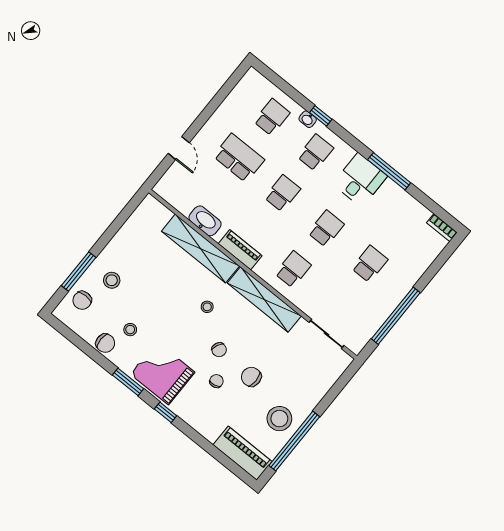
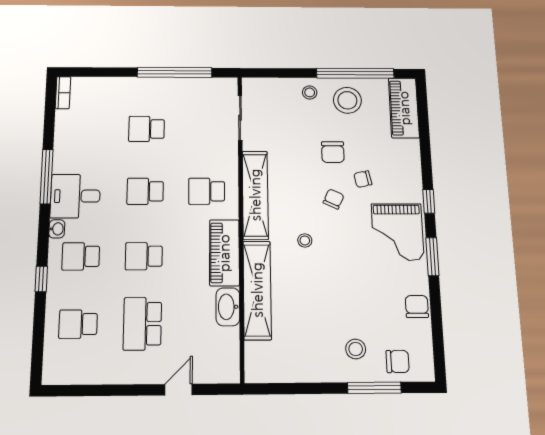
washbasin: (308, 119) -> (57, 229), moved
piano: (240, 250) -> (224, 253), width x1.37, depth x1.33
stool: (130, 330) -> (310, 92), moved

